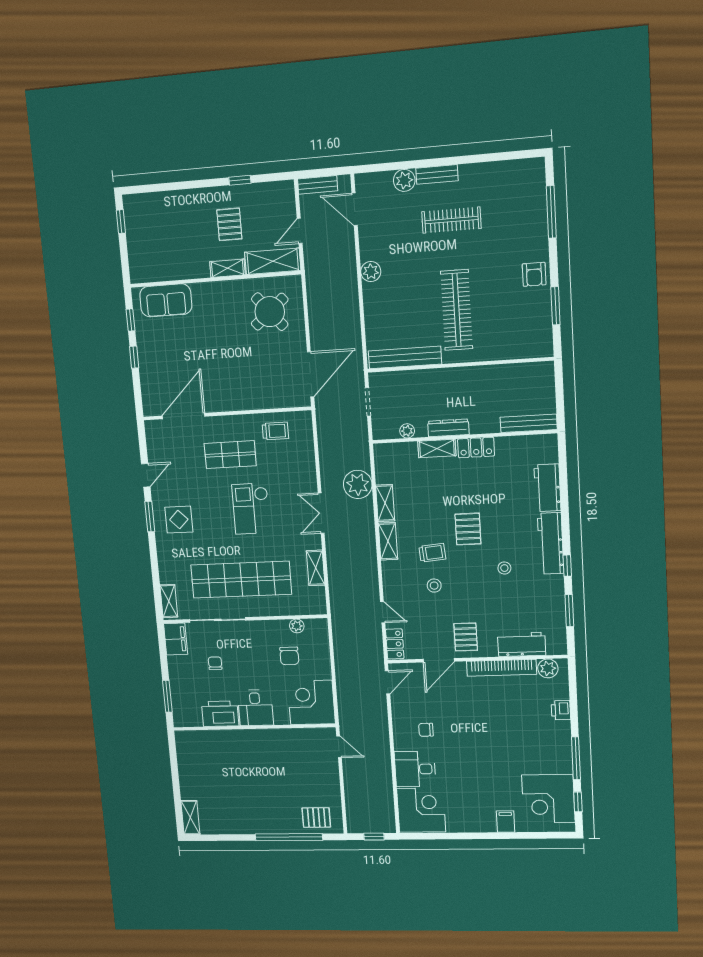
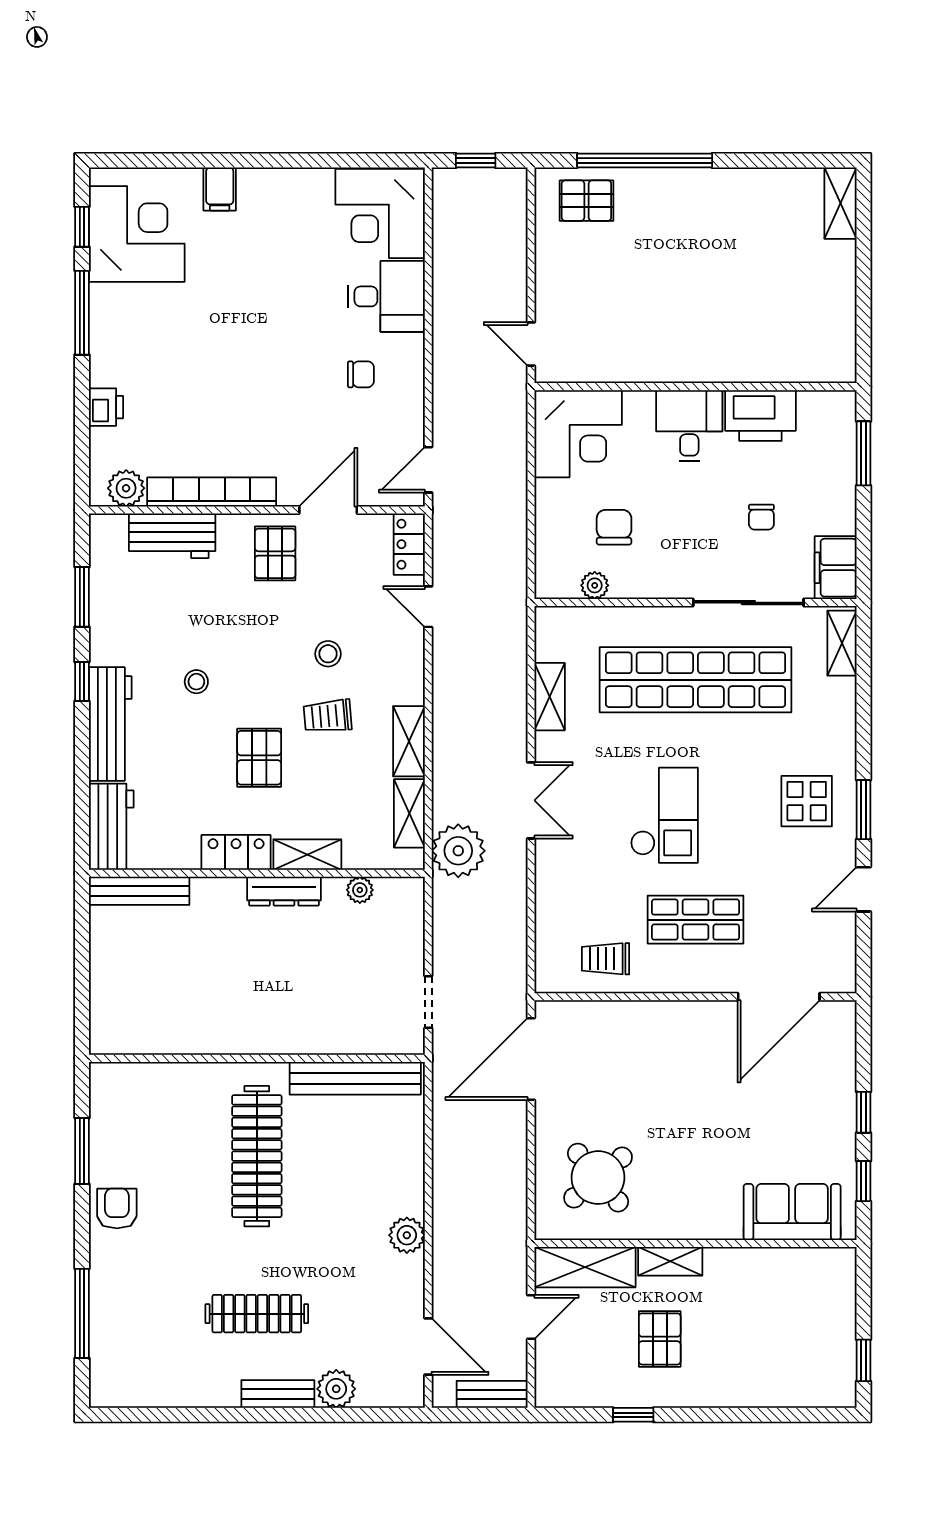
bench: (529, 423) -> (139, 891), moved
dresser: (448, 428) -> (284, 891), moved
plant: (407, 431) -> (360, 890), moved
wall: (464, 437) -> (257, 873), moved
locker: (476, 448) -> (236, 852), moved
shelving: (437, 449) -> (307, 855), moved

